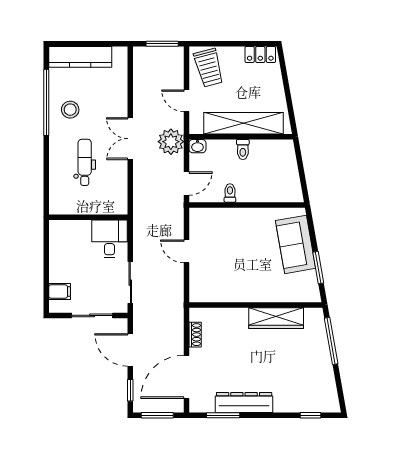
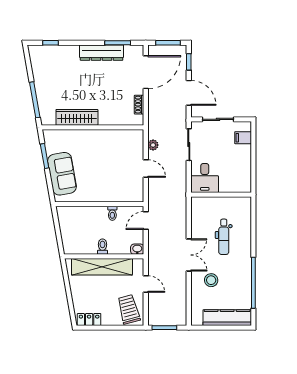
stool: (70, 110) -> (211, 280), moved
plant: (171, 142) -> (153, 145), moved, width x0.53, depth x0.53

